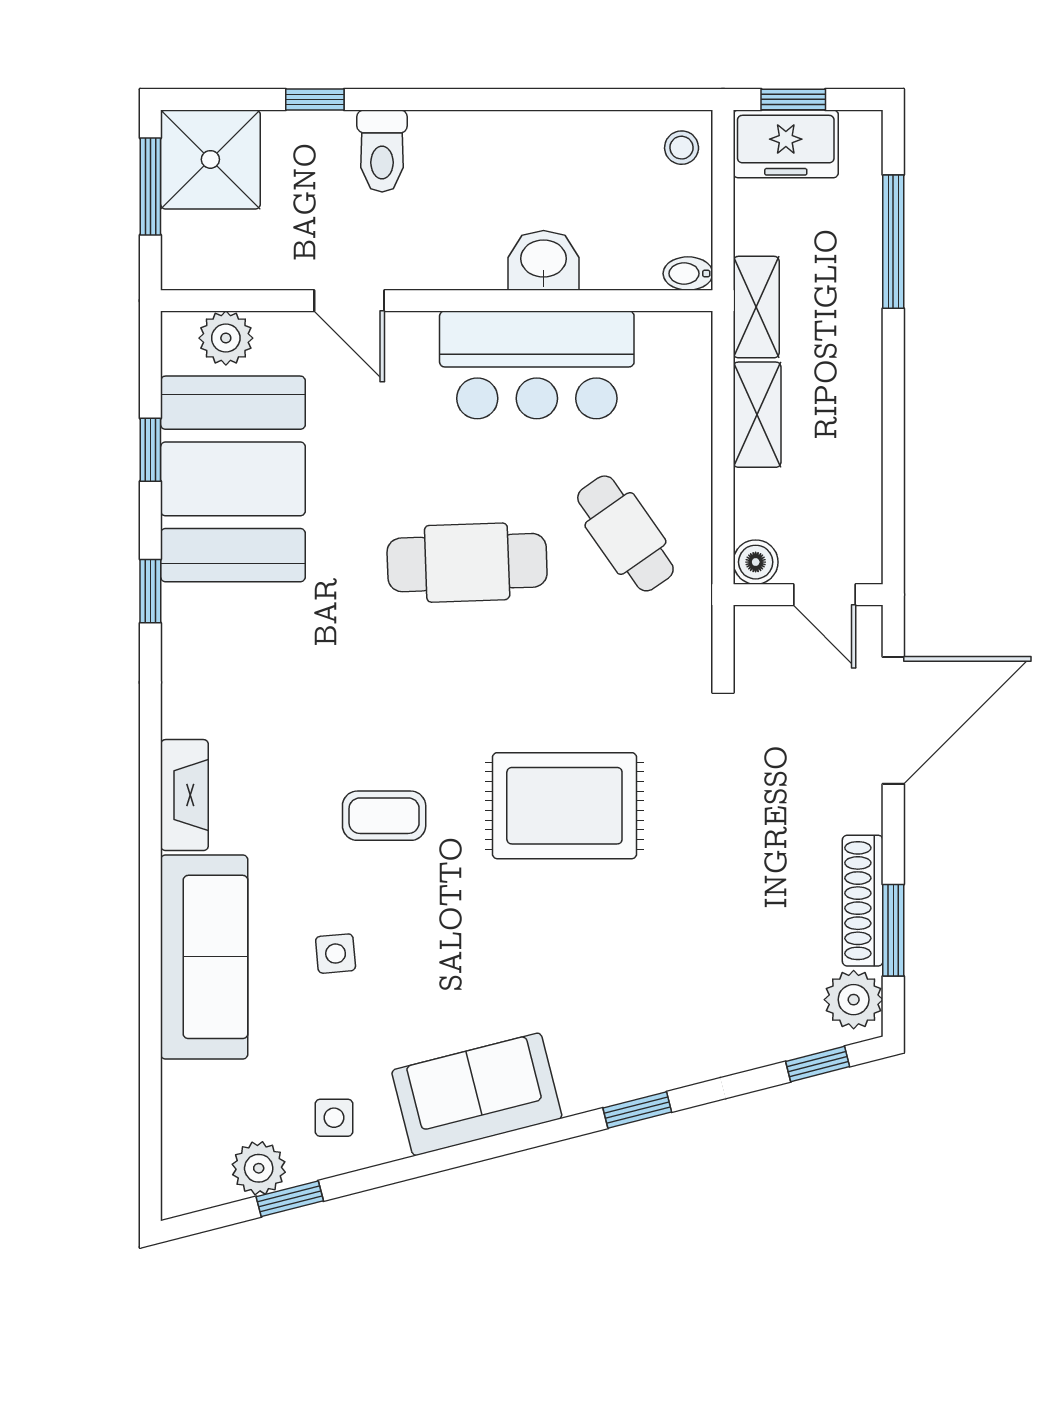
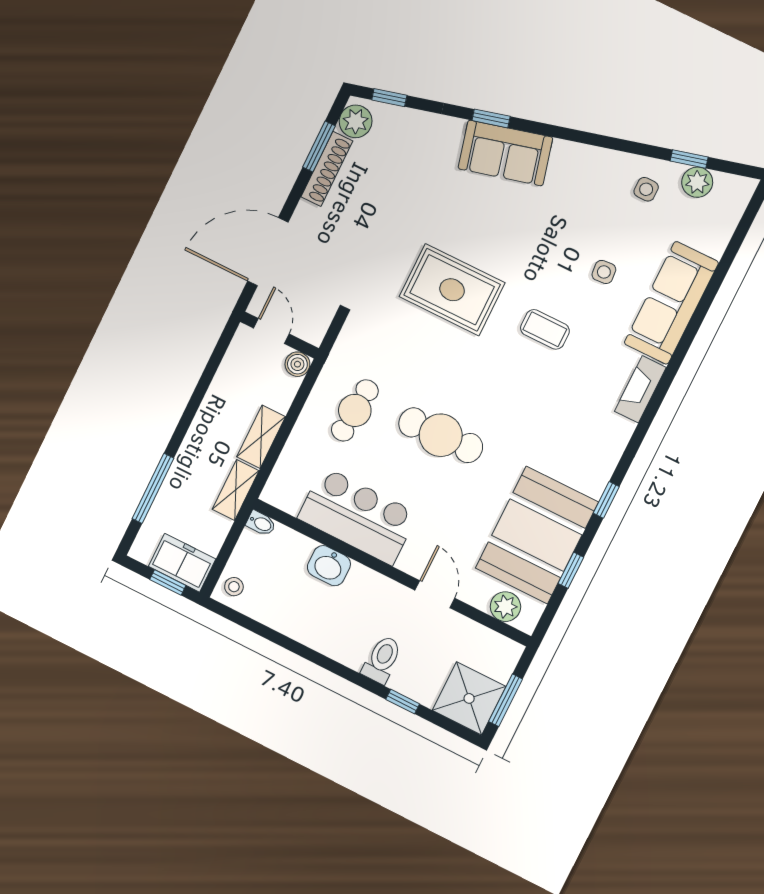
cafe table: (625, 533) -> (355, 410), turned 40
sofa: (477, 1094) -> (505, 153), moved

